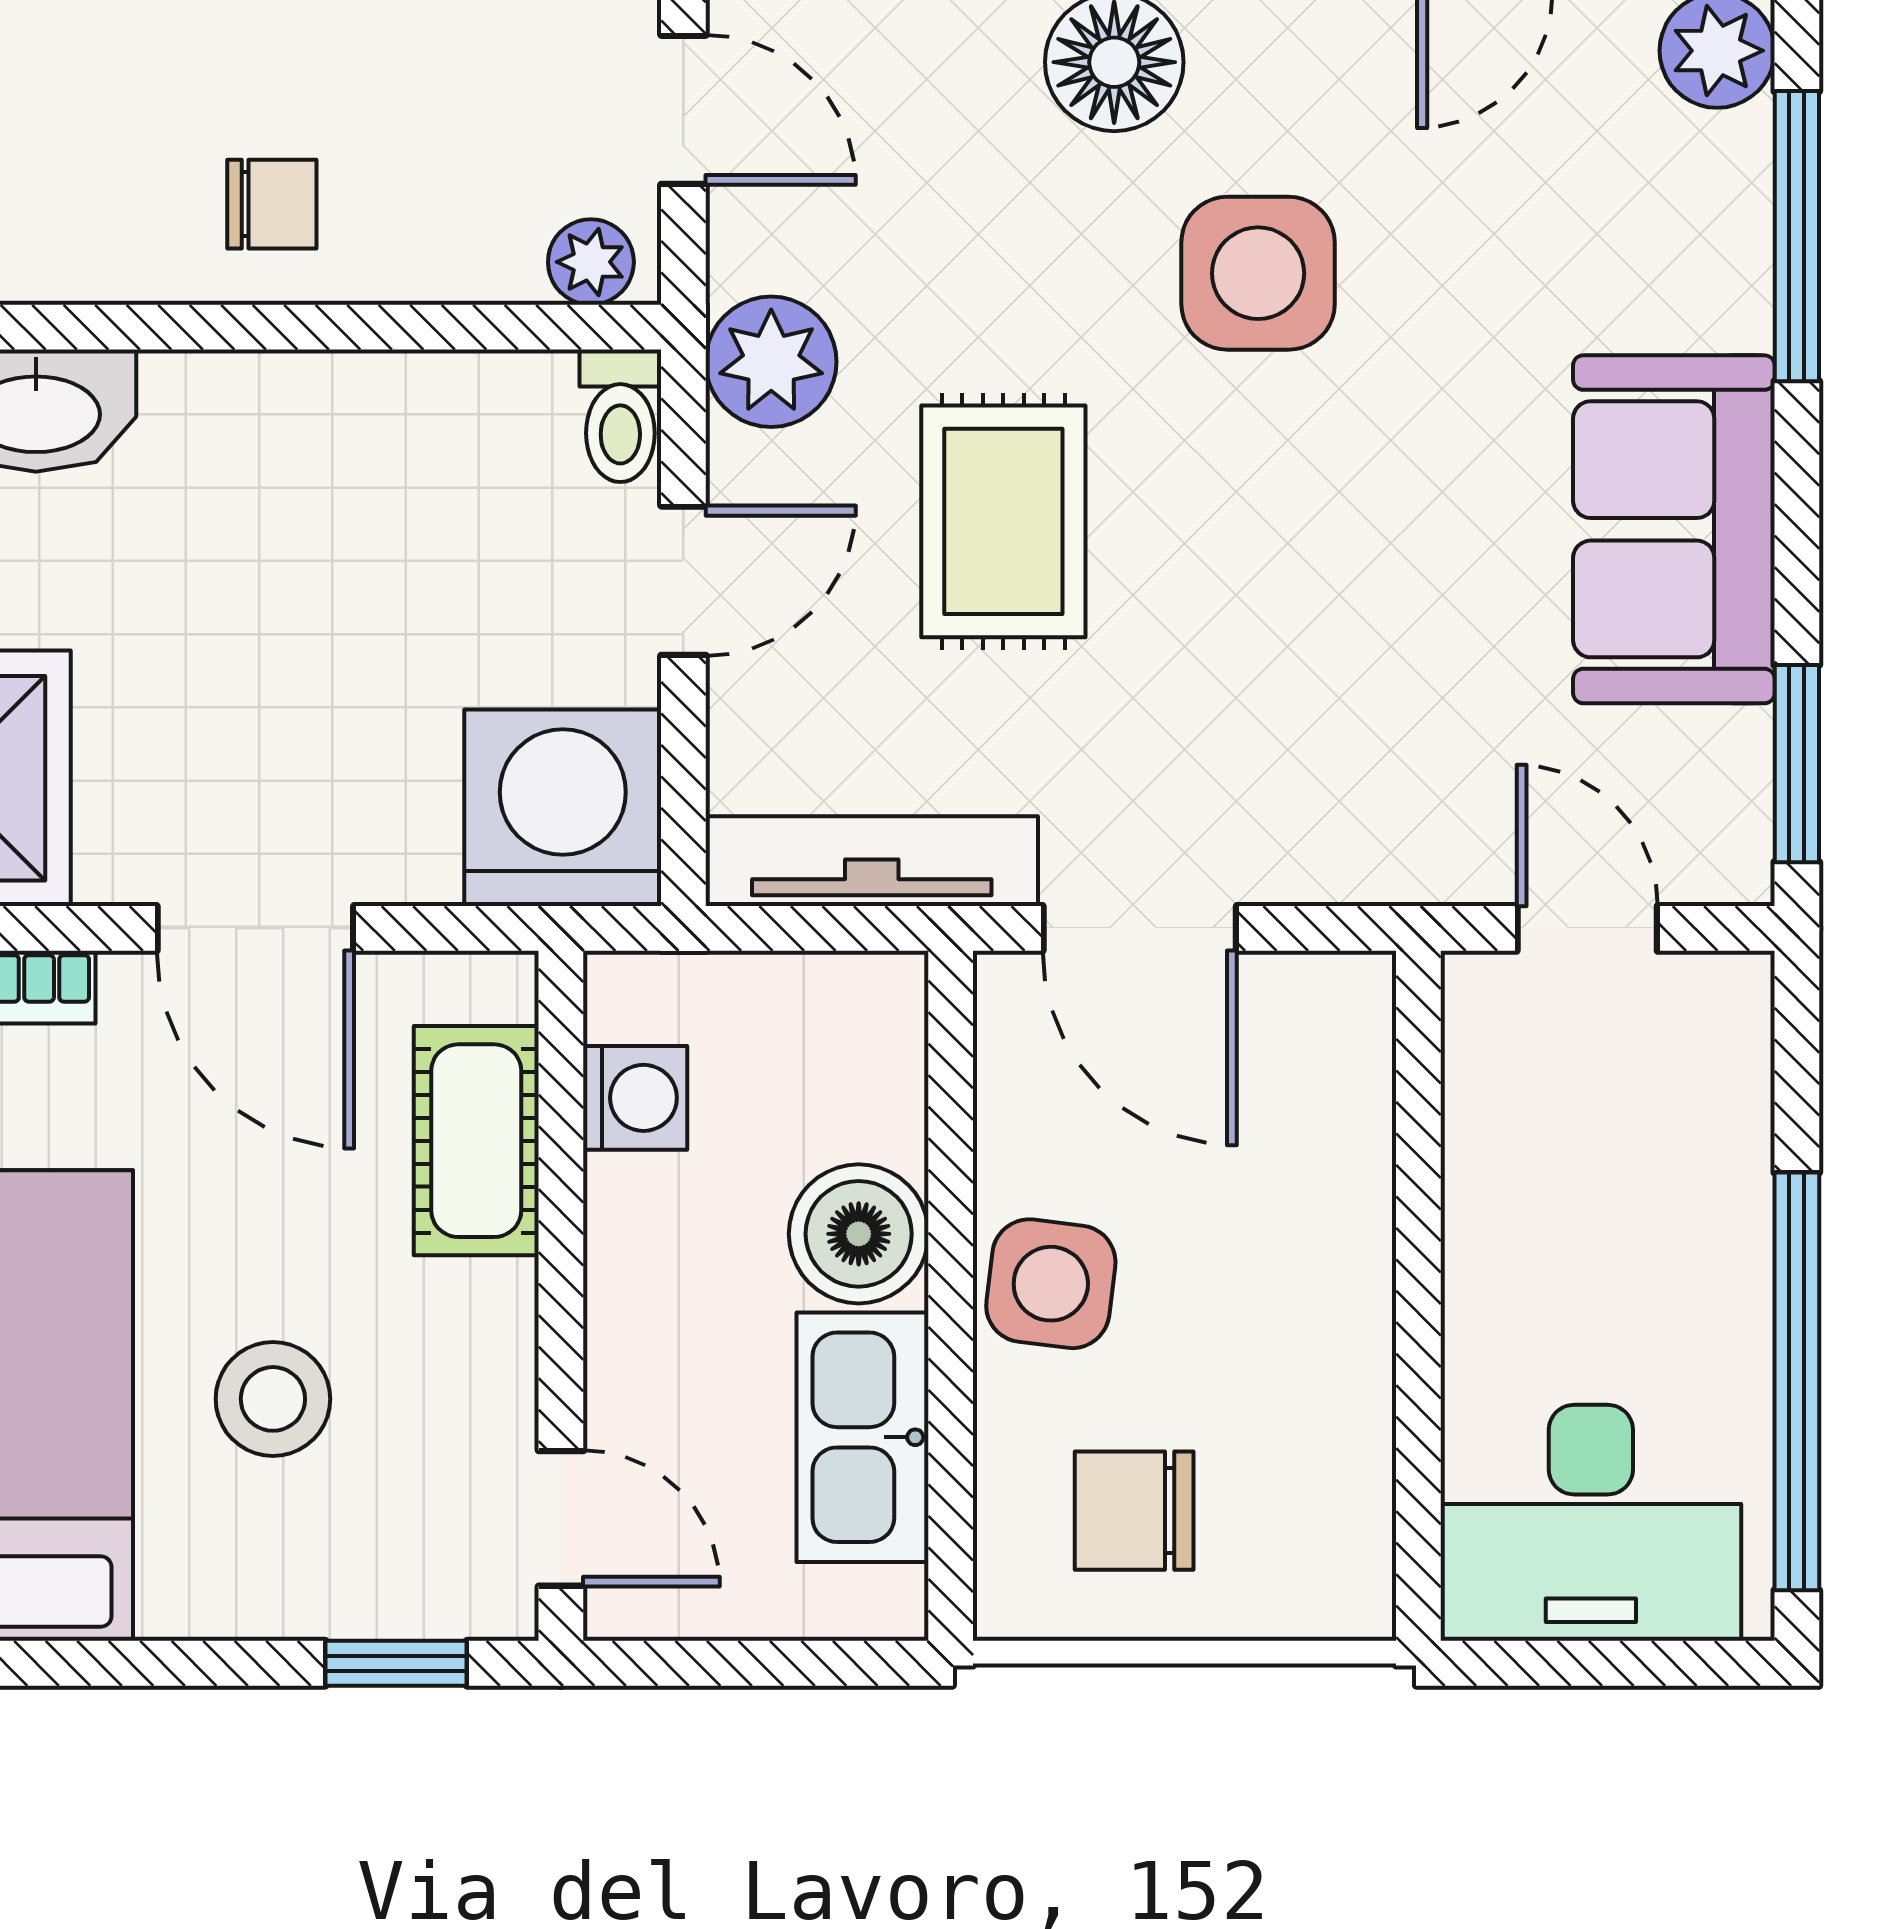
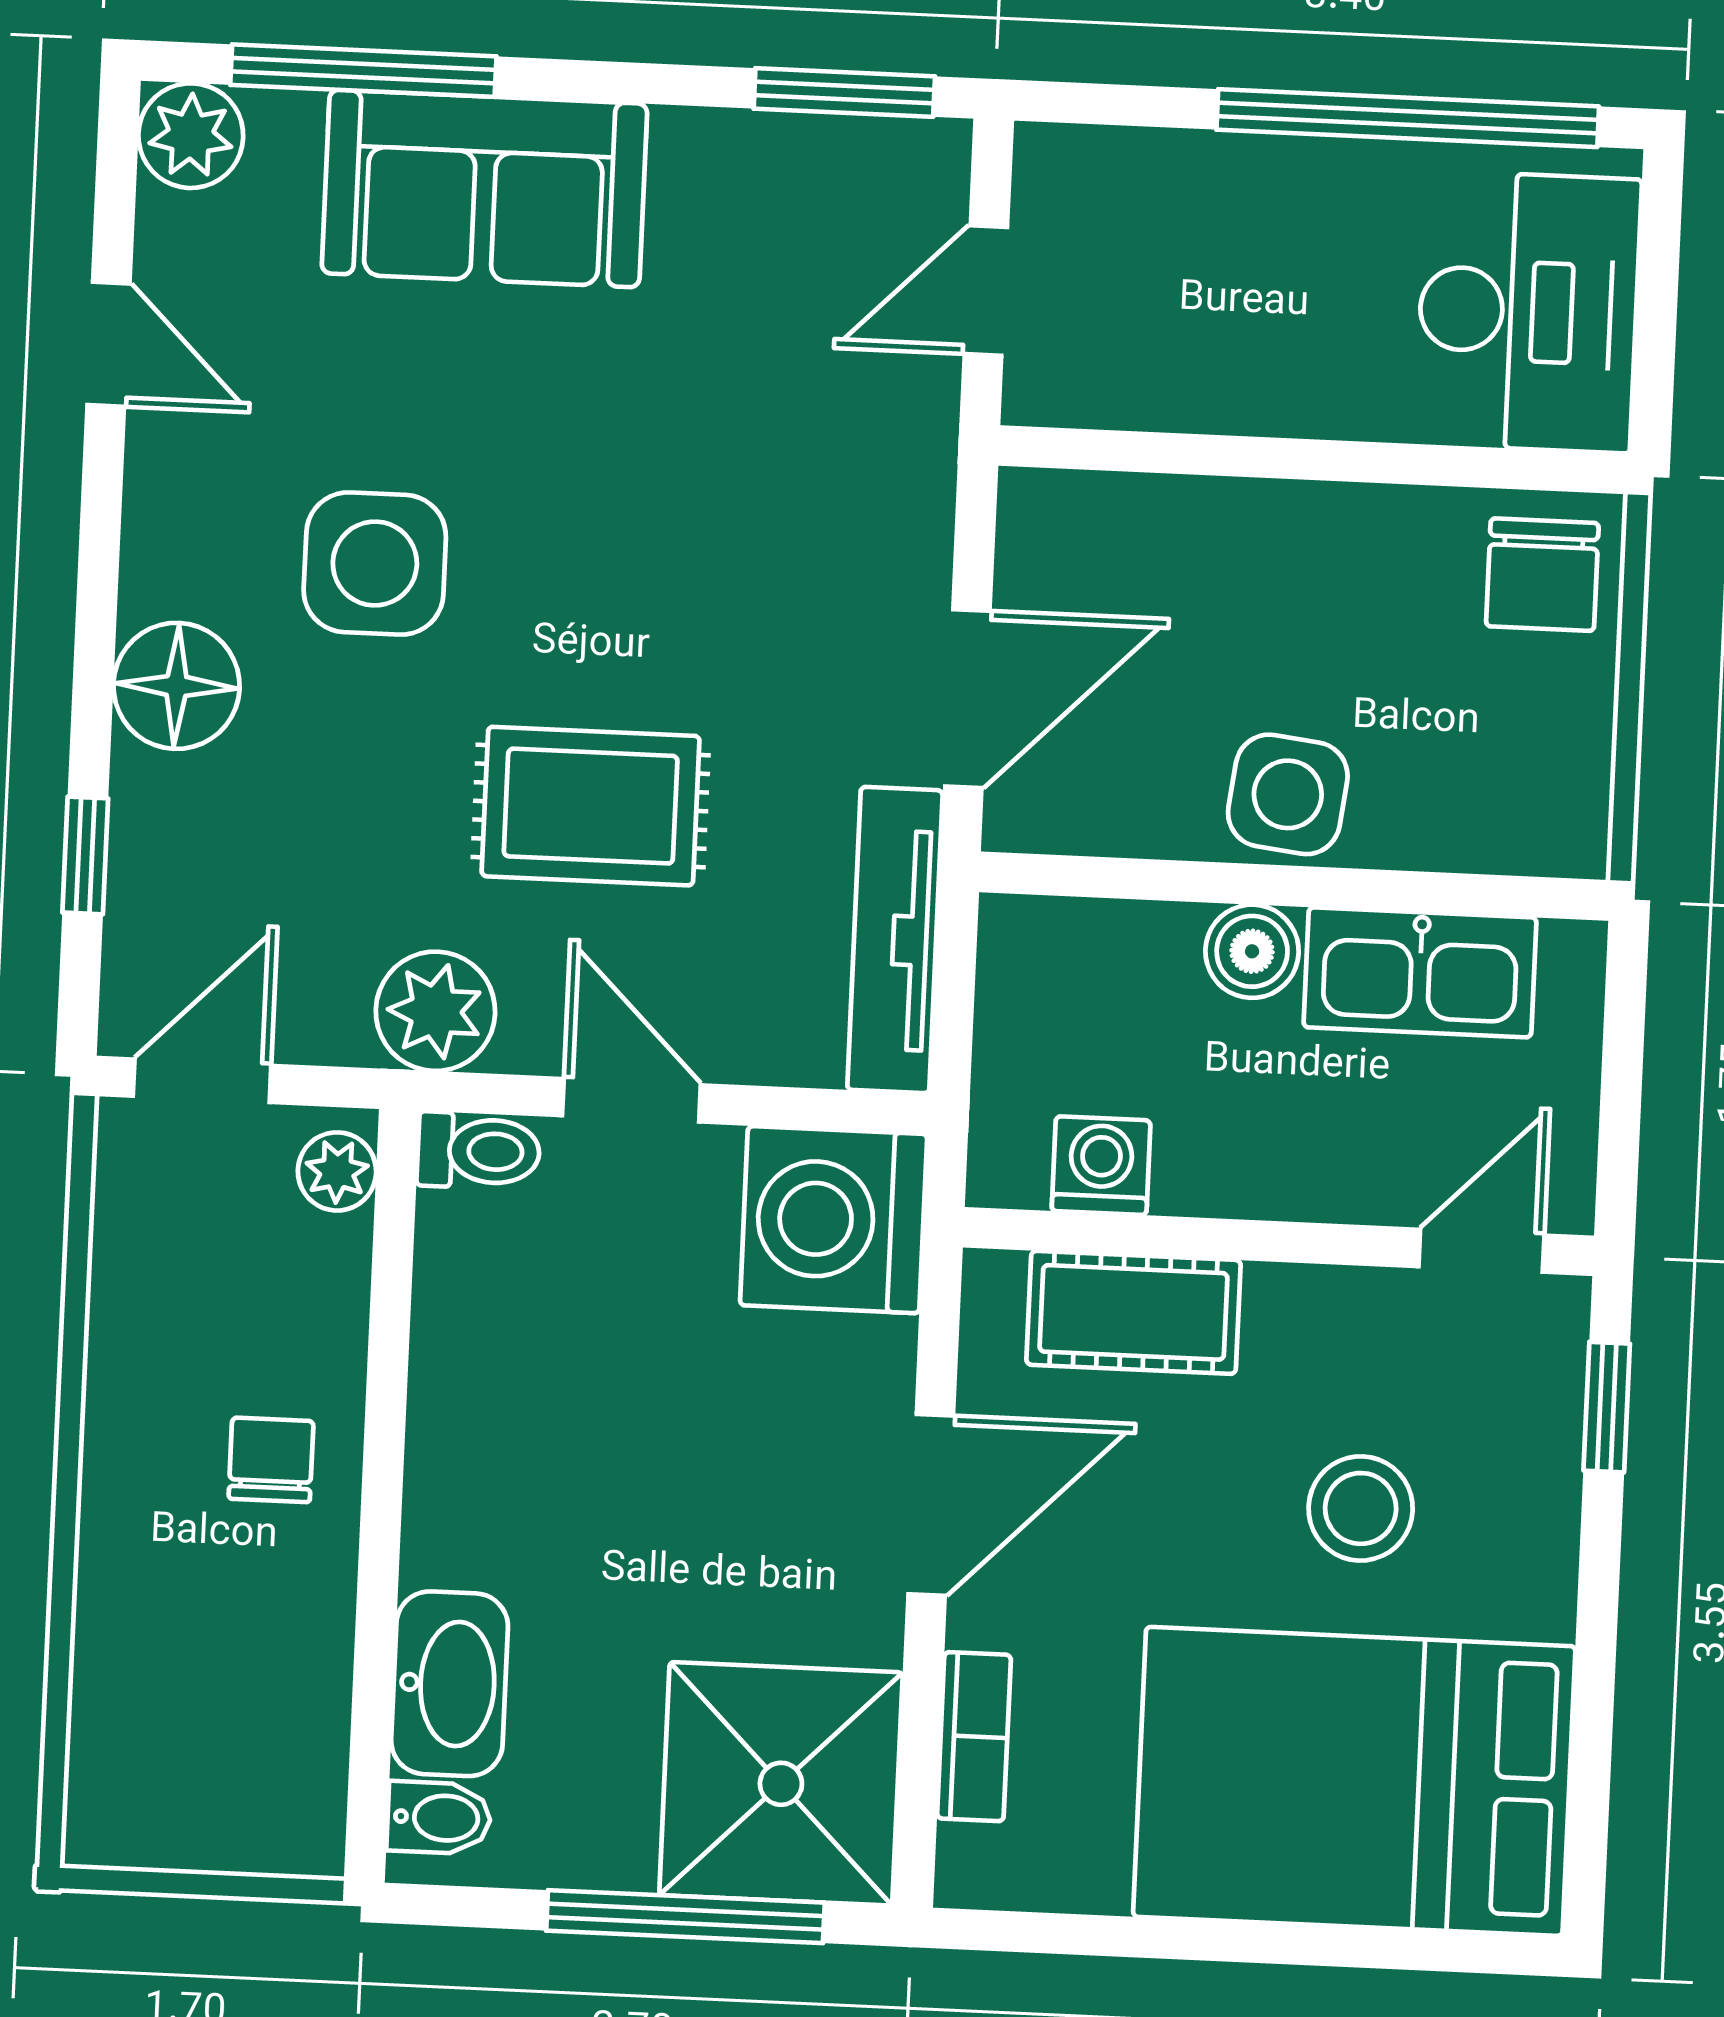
sofa: (1674, 529) -> (484, 189), moved
boiler: (859, 1234) -> (1252, 951), width x0.73, depth x0.73
chair: (1134, 1511) -> (1542, 575), moved

